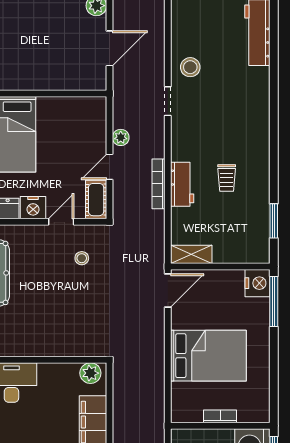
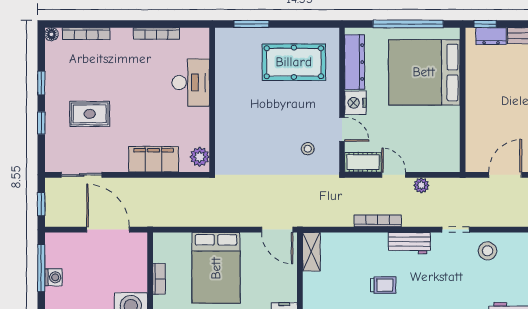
door: (109, 48) -> (505, 175), swing flipped
trolley: (227, 178) -> (383, 285), turned 180
workbench: (182, 184) -> (409, 243), moved

